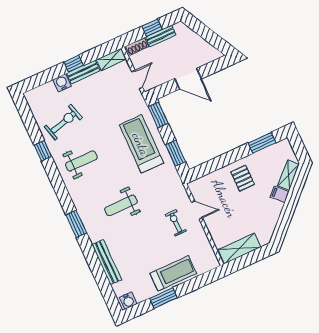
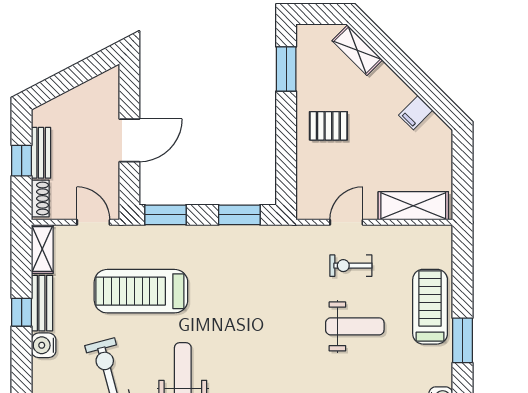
treadmill: (141, 144) -> (141, 291), moved
filing cabinet: (280, 194) -> (416, 113), moved
weight bench: (121, 205) -> (355, 326), moved, turned -90
shelving: (239, 248) -> (413, 206), moved, turned 90

